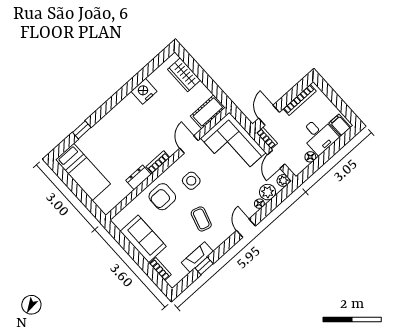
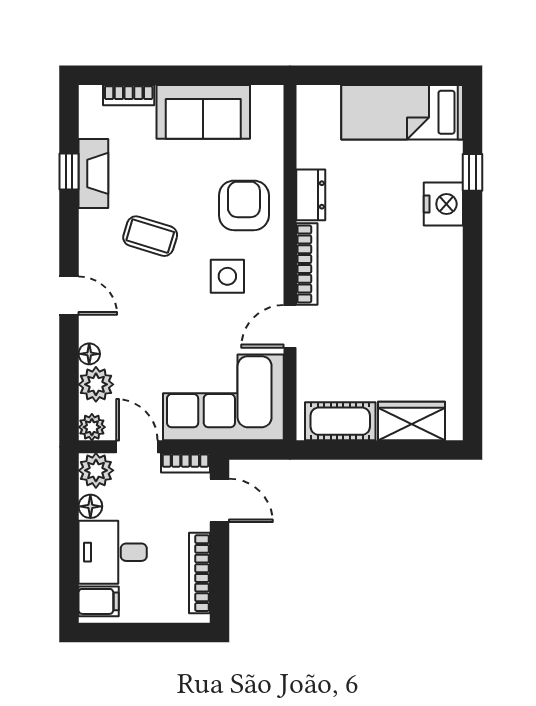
nightstand: (144, 91) -> (443, 204), moved
cot: (208, 112) -> (340, 421), moved, turned 90
door: (189, 144) -> (290, 326), swing flipped
bookcase: (158, 162) -> (307, 264), width x1.56
plant: (297, 166) -> (96, 470), added

